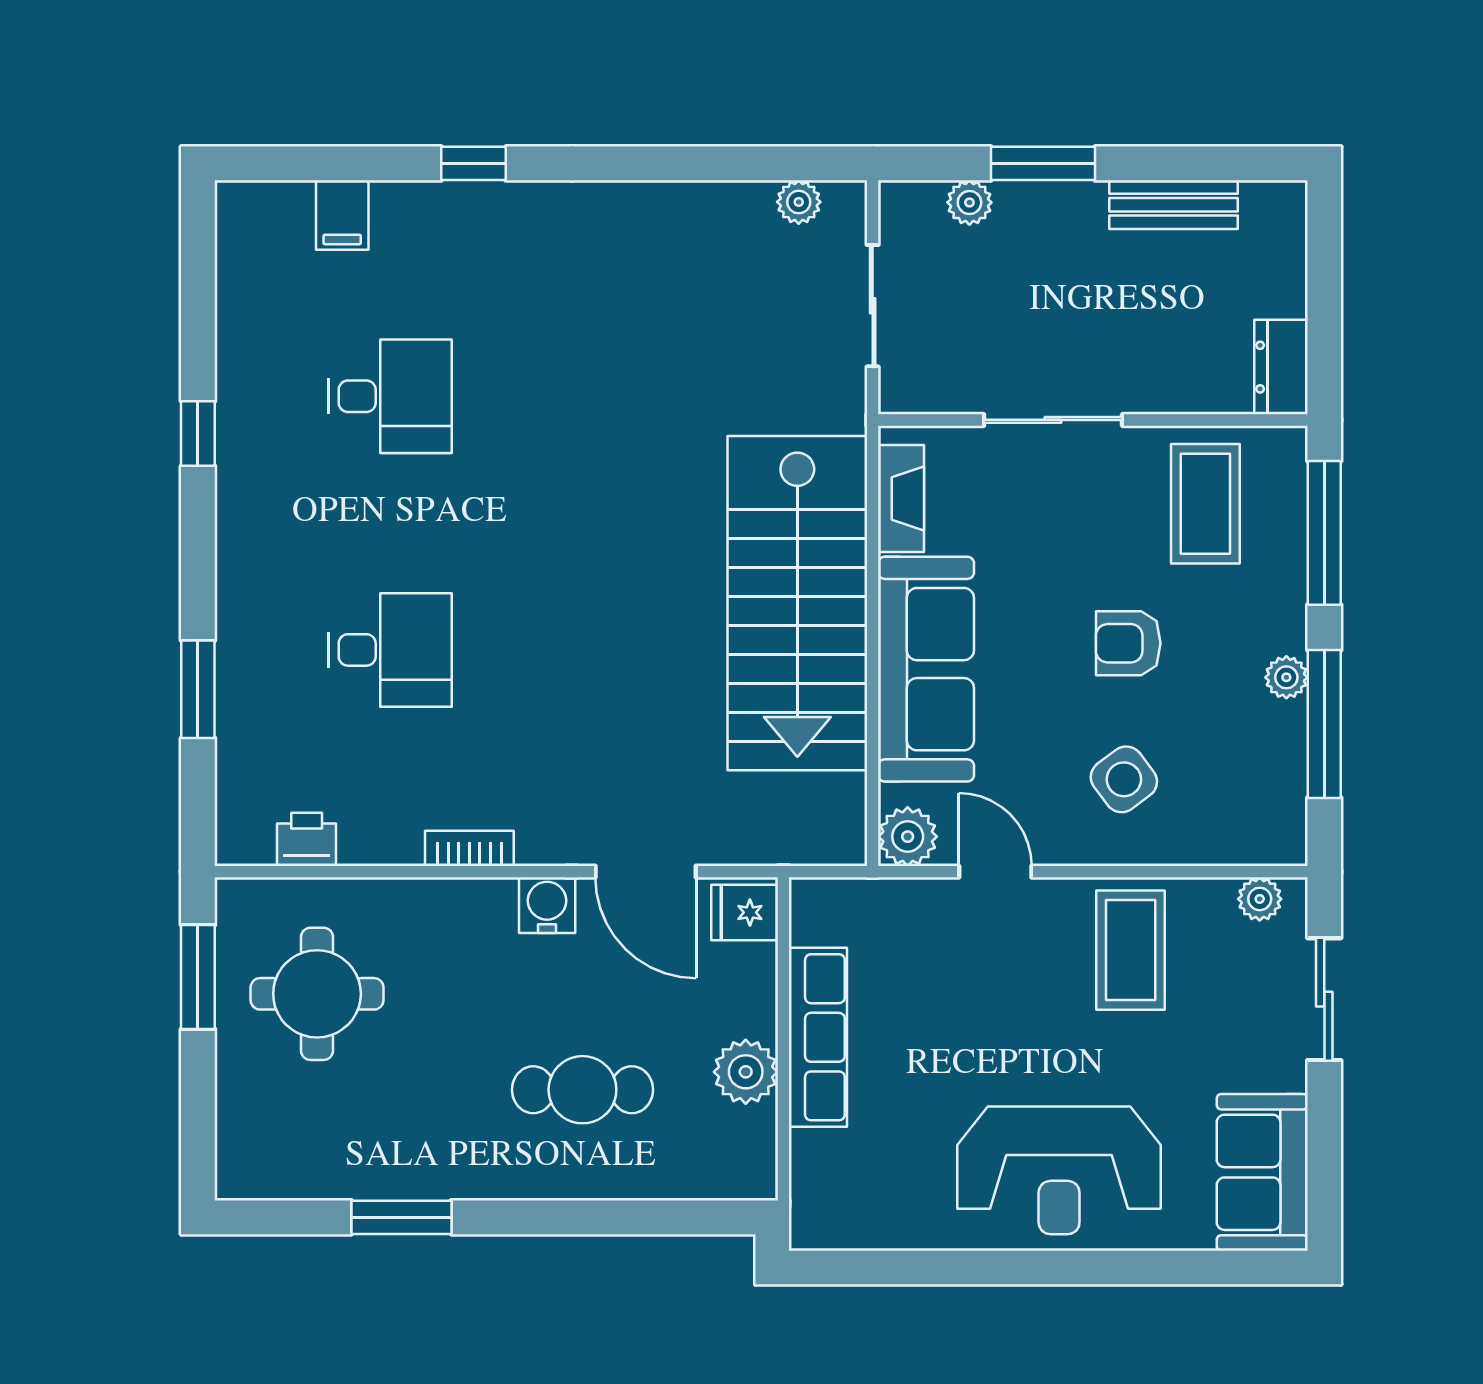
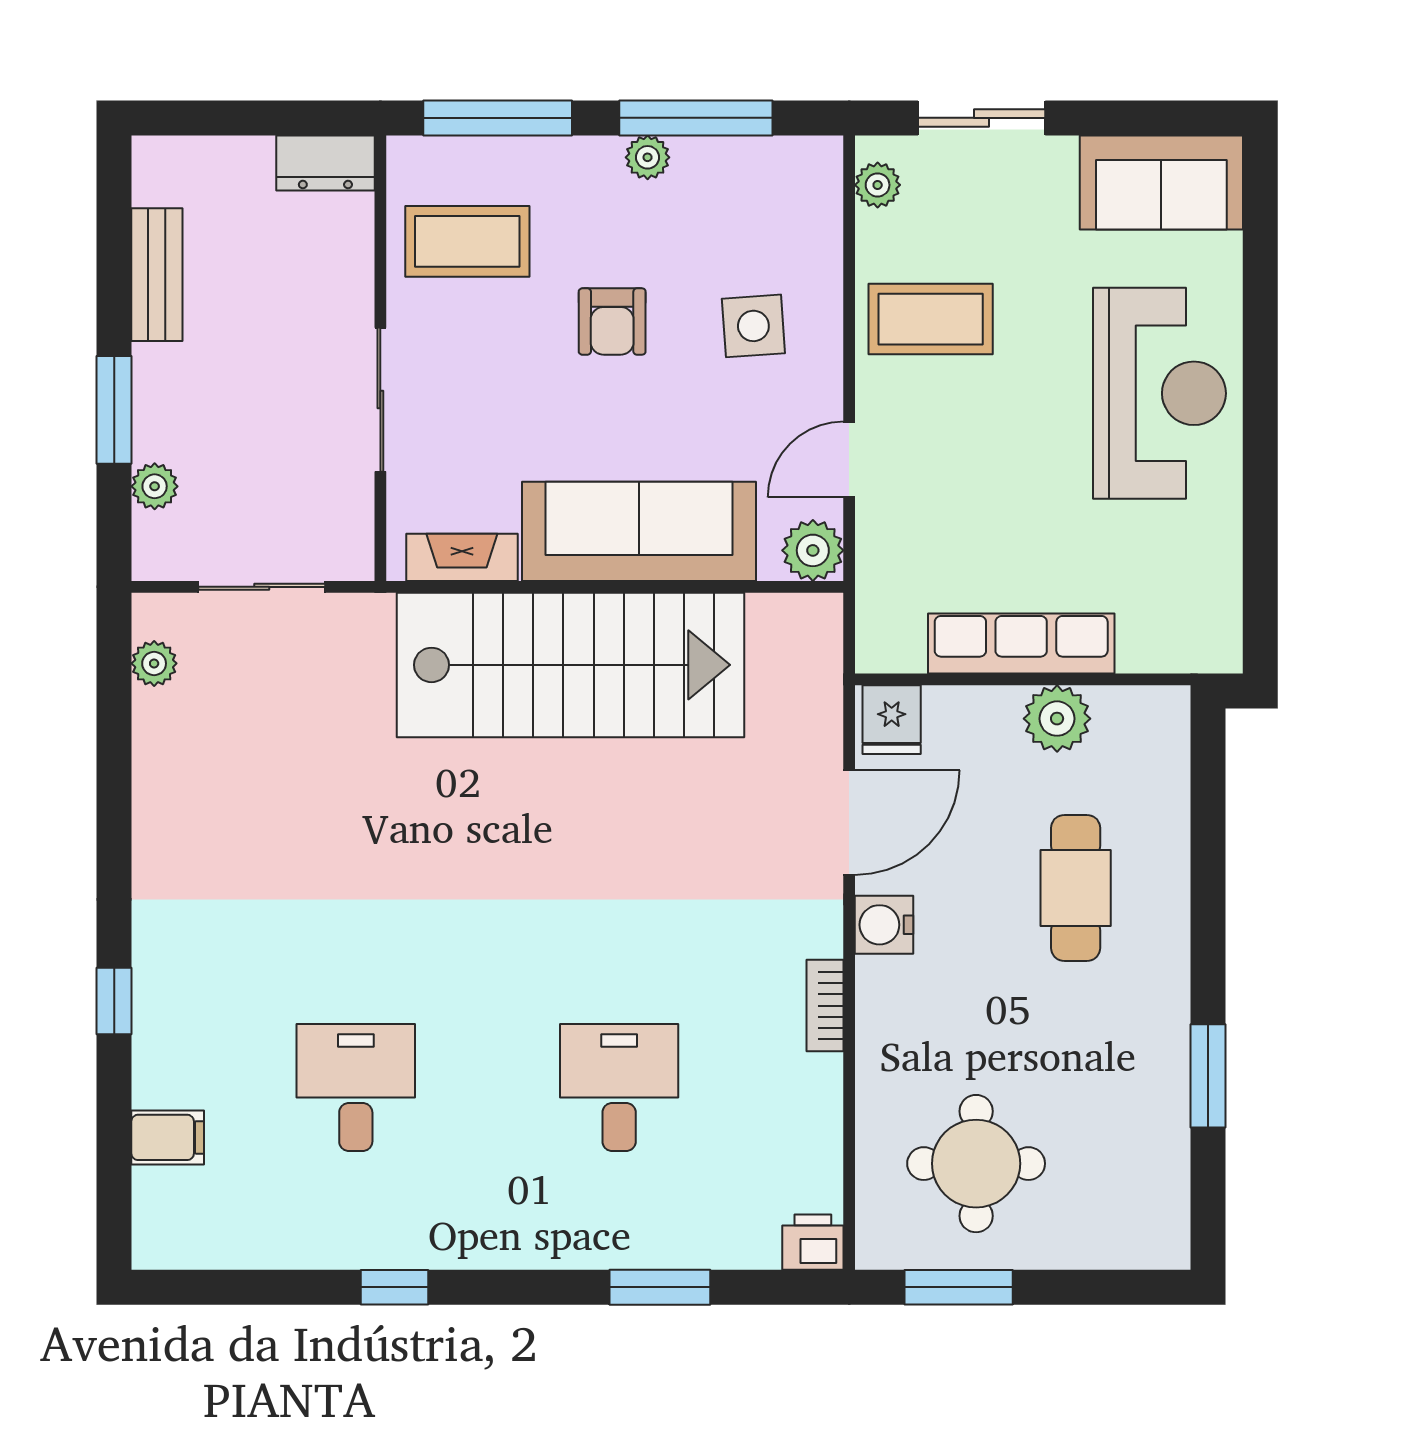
side table: (1124, 779) -> (753, 326), turned 33
printer: (307, 839) -> (813, 1242), moved, turned 90

